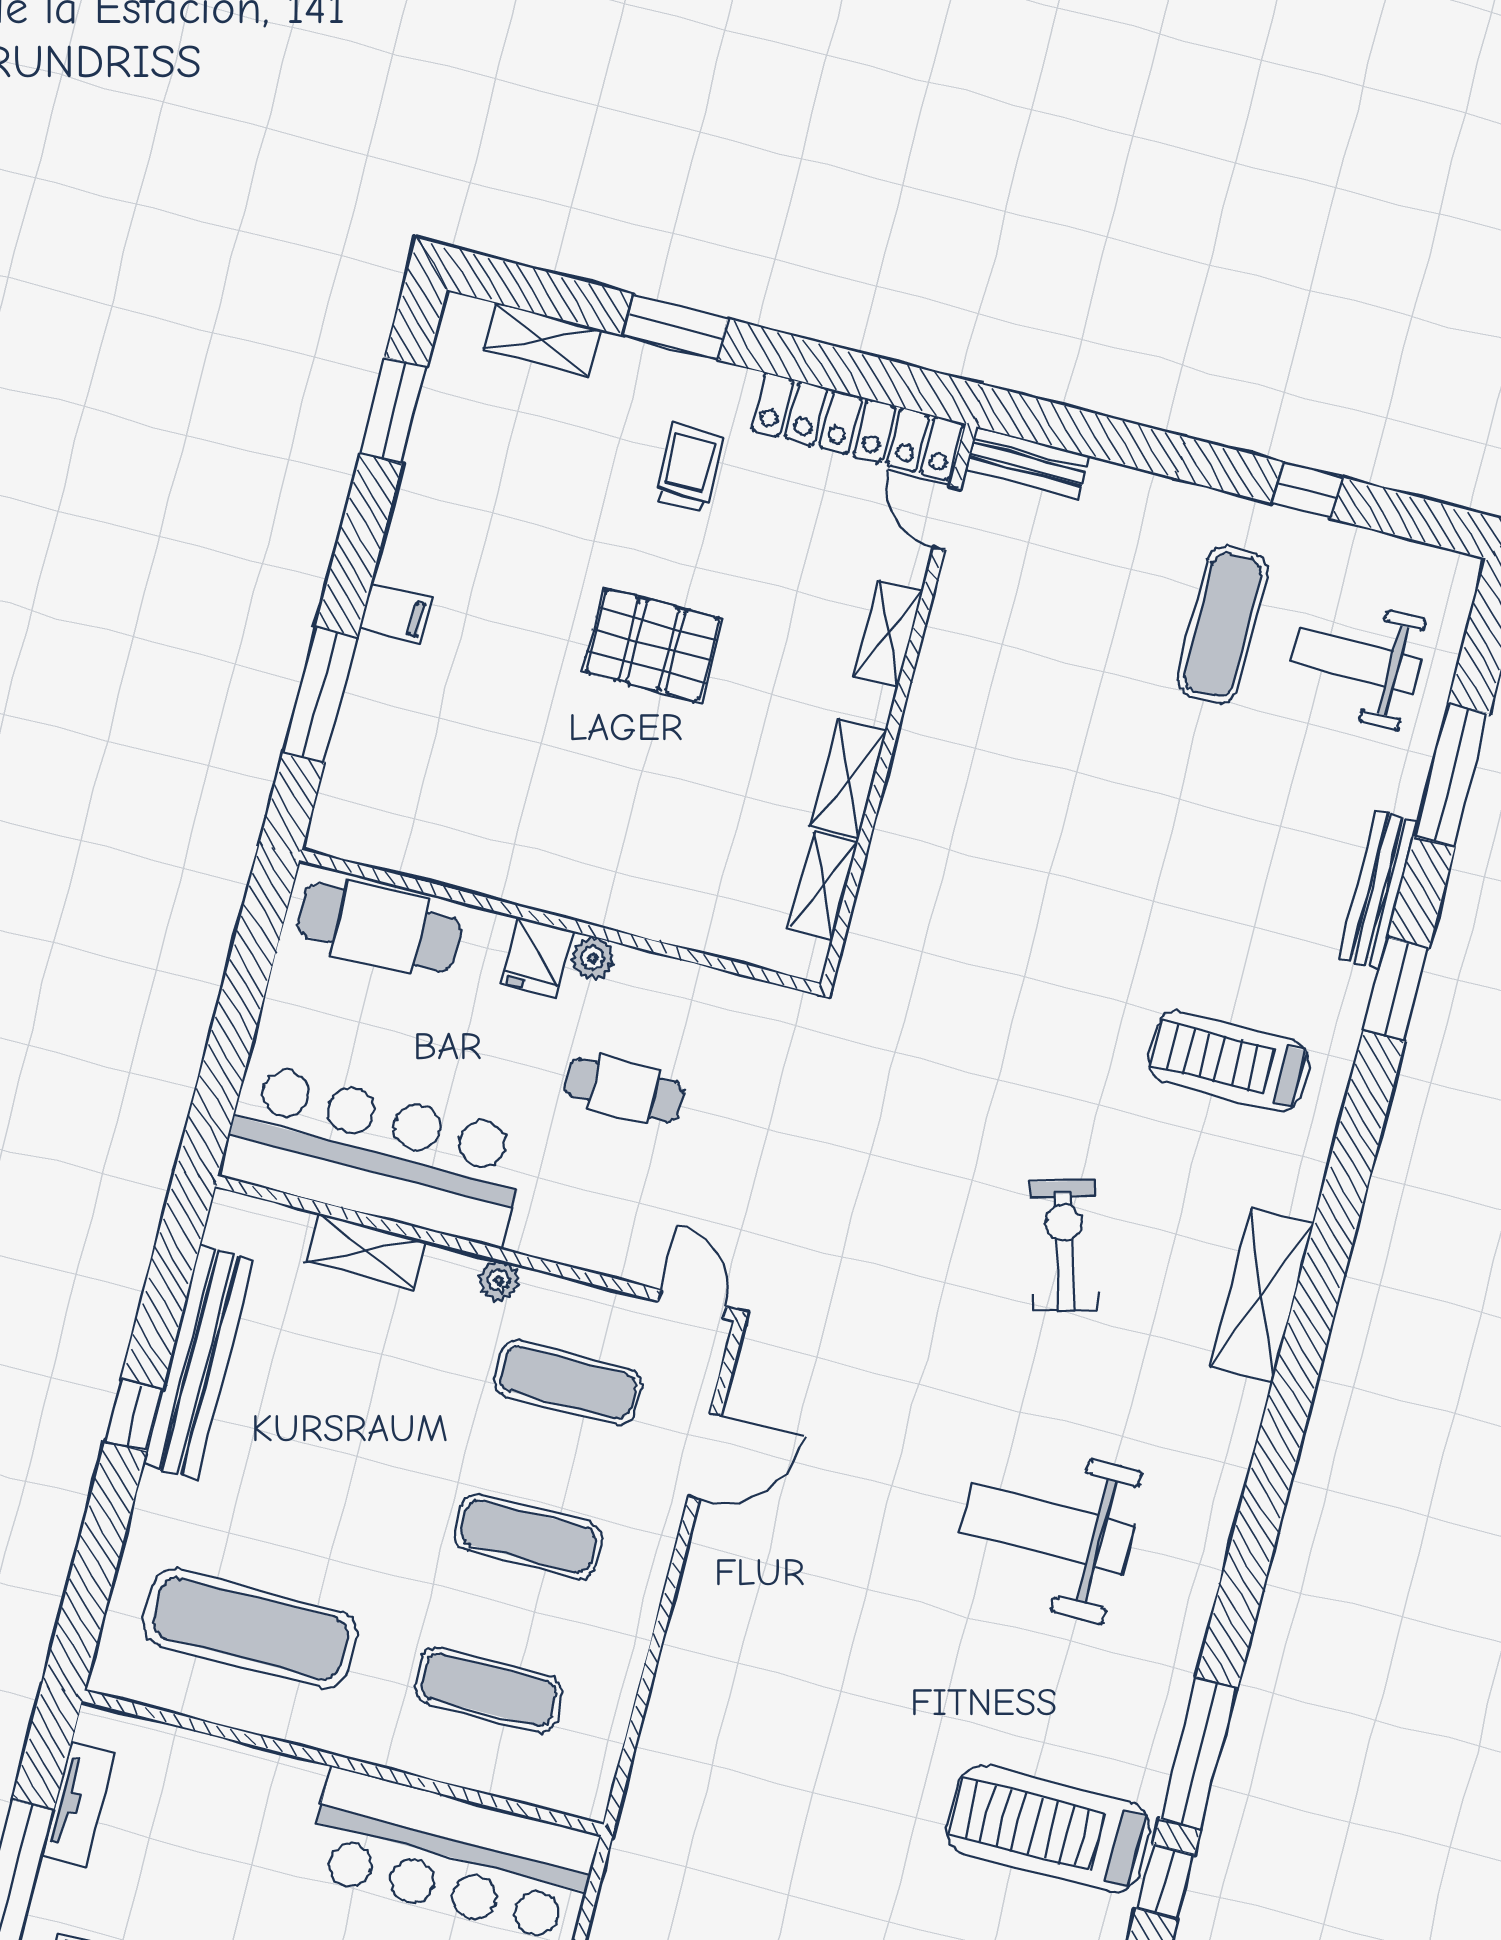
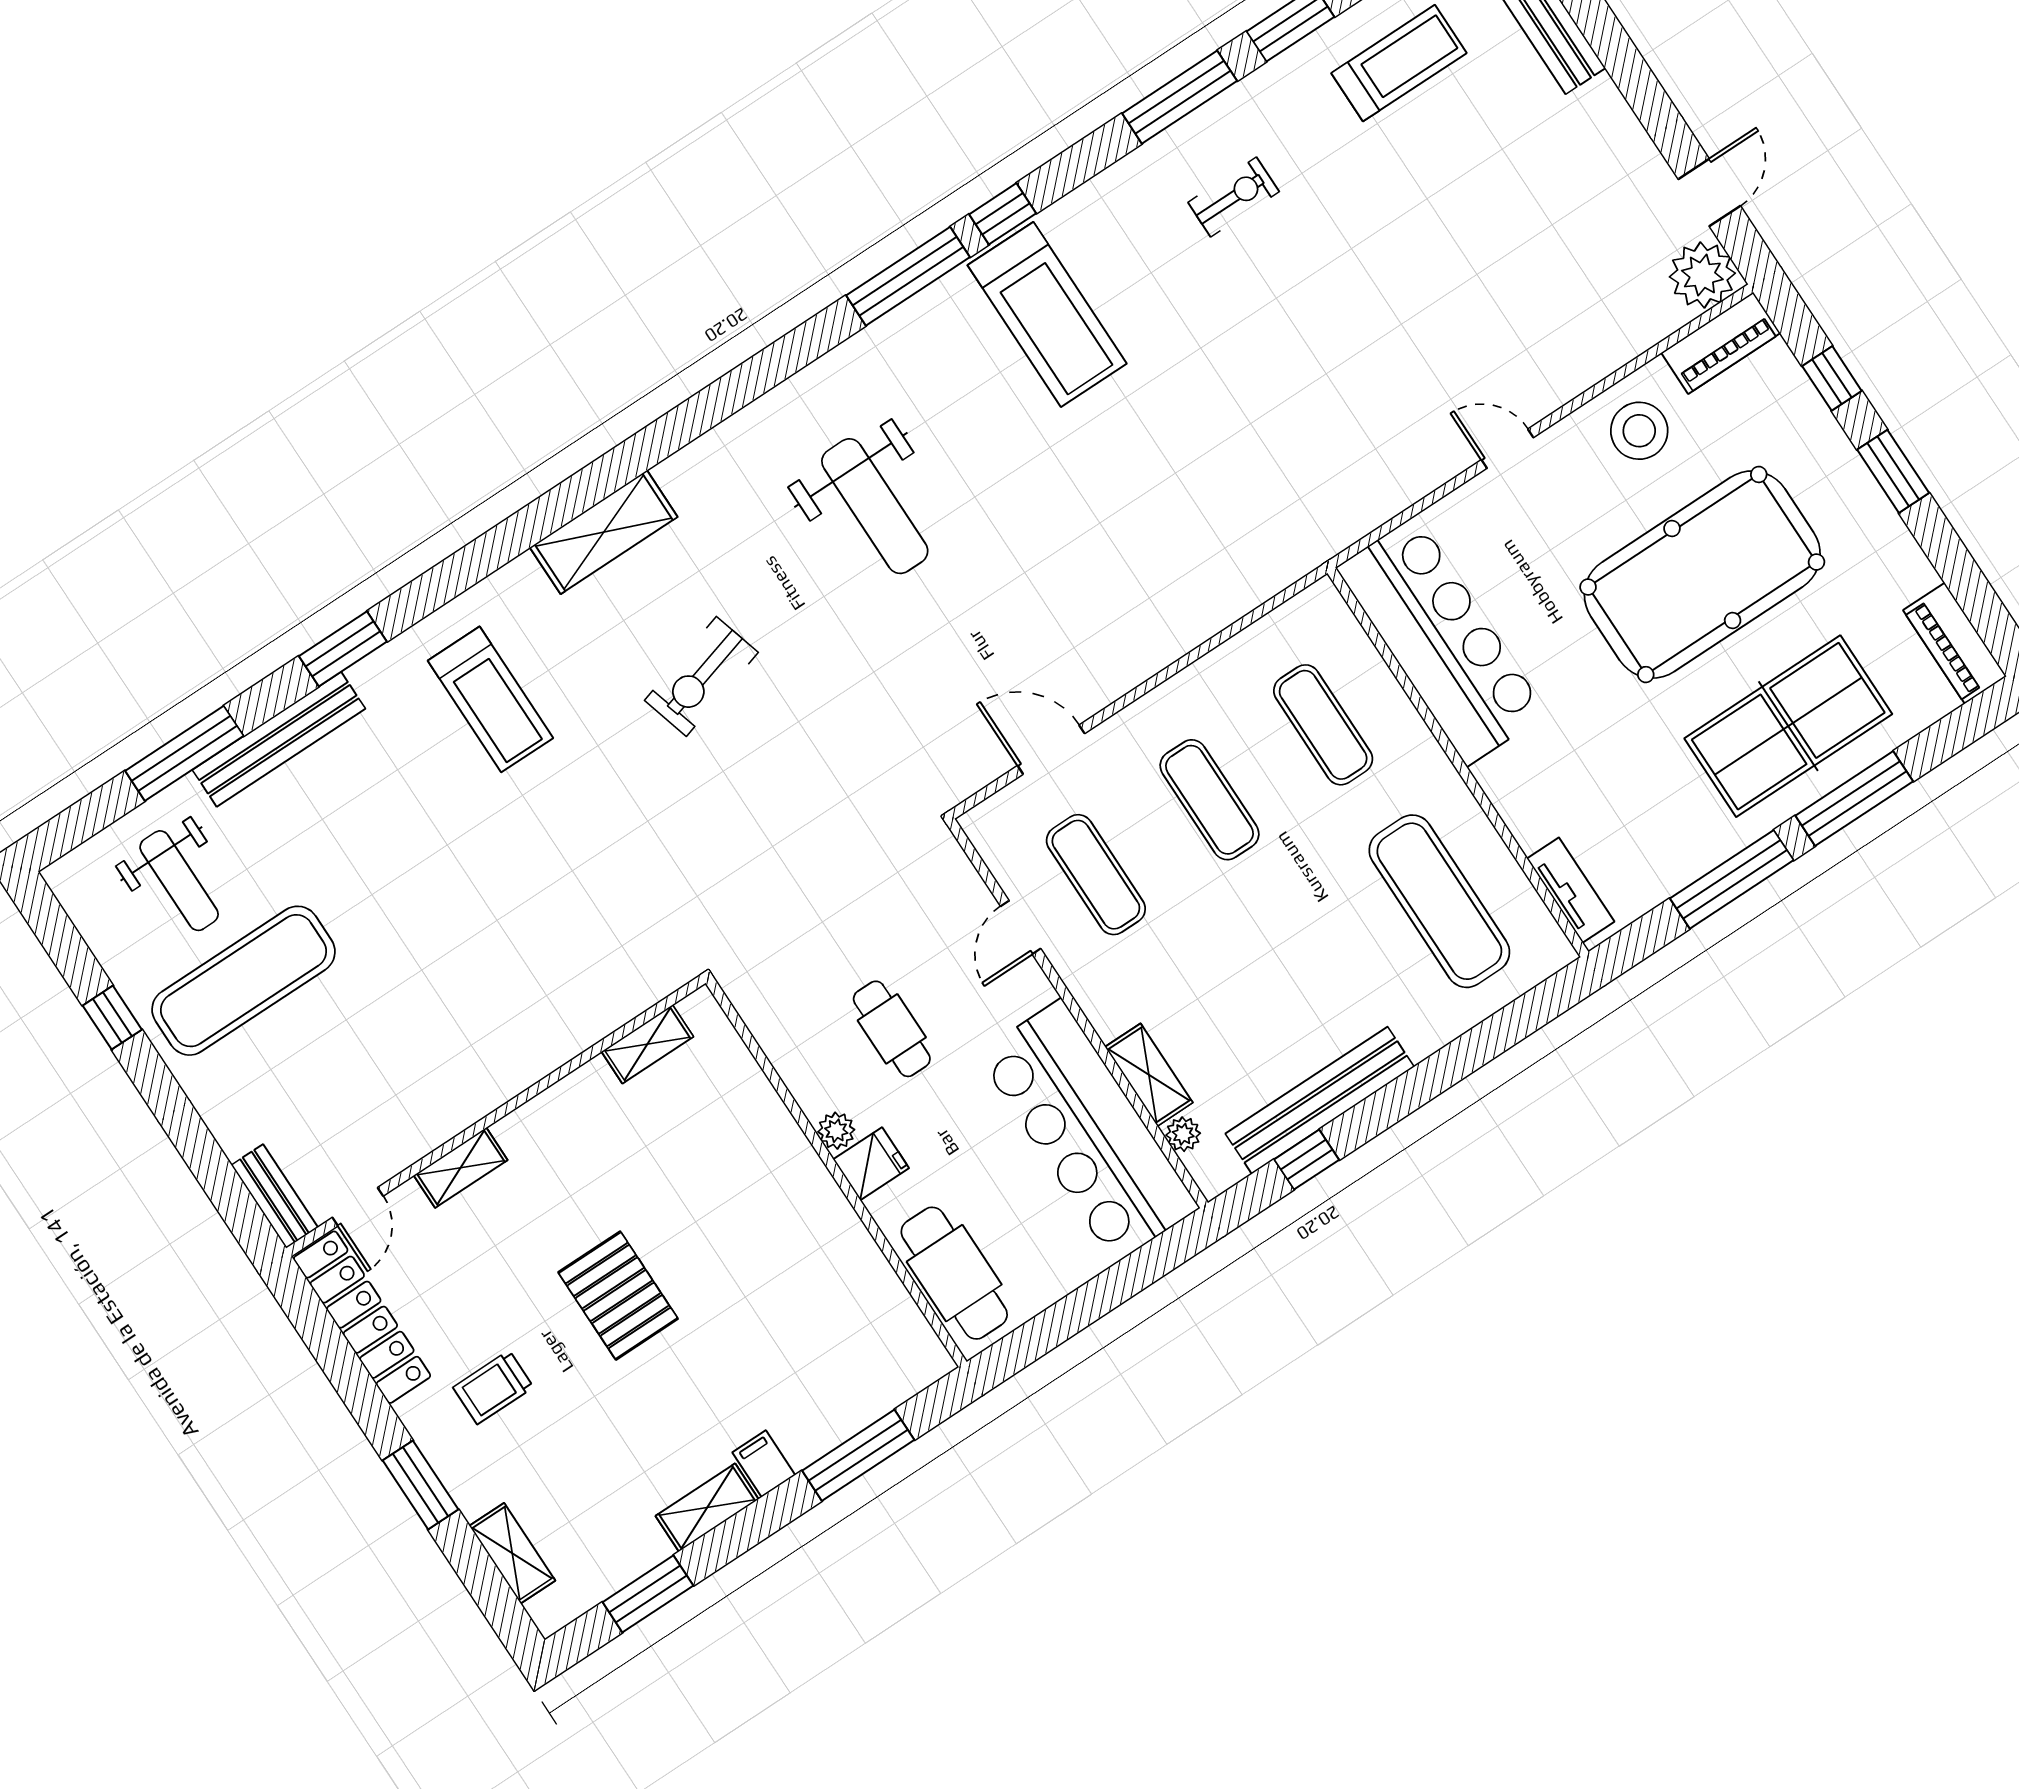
exercise mat: (1223, 625) -> (244, 981), width x1.36, depth x1.45
shelving: (848, 779) -> (707, 1508), moved
bench: (1378, 889) -> (279, 739), width x1.37, depth x1.21
plant: (499, 1280) -> (1183, 1134), moved
door: (692, 1304) -> (1021, 927), moved
window: (134, 1415) -> (1307, 1160), moved
tv unit: (78, 1804) -> (1571, 890), moved, turned 90

